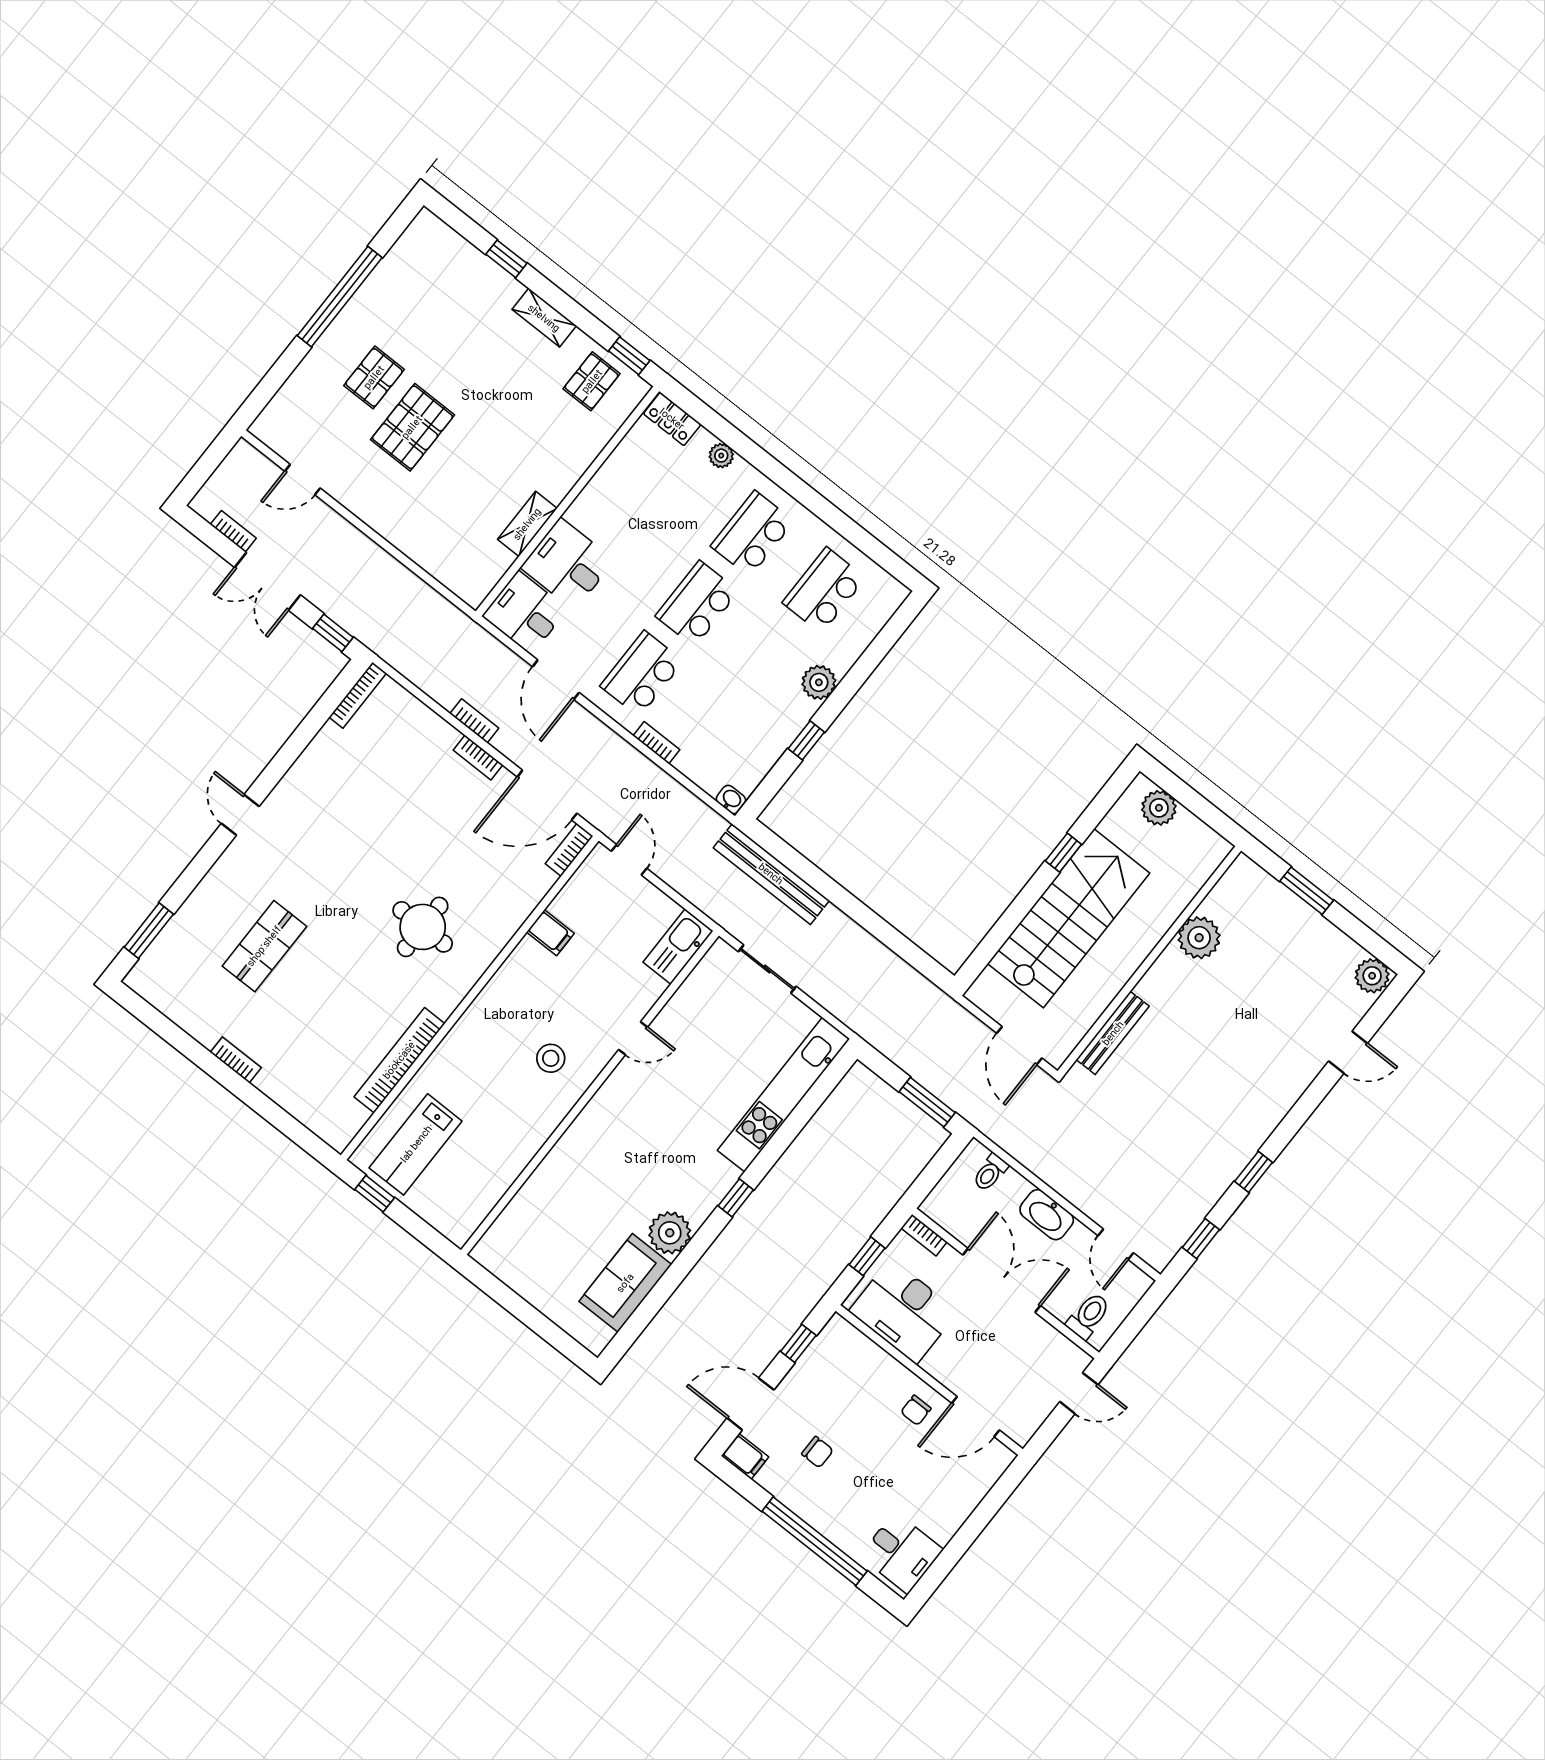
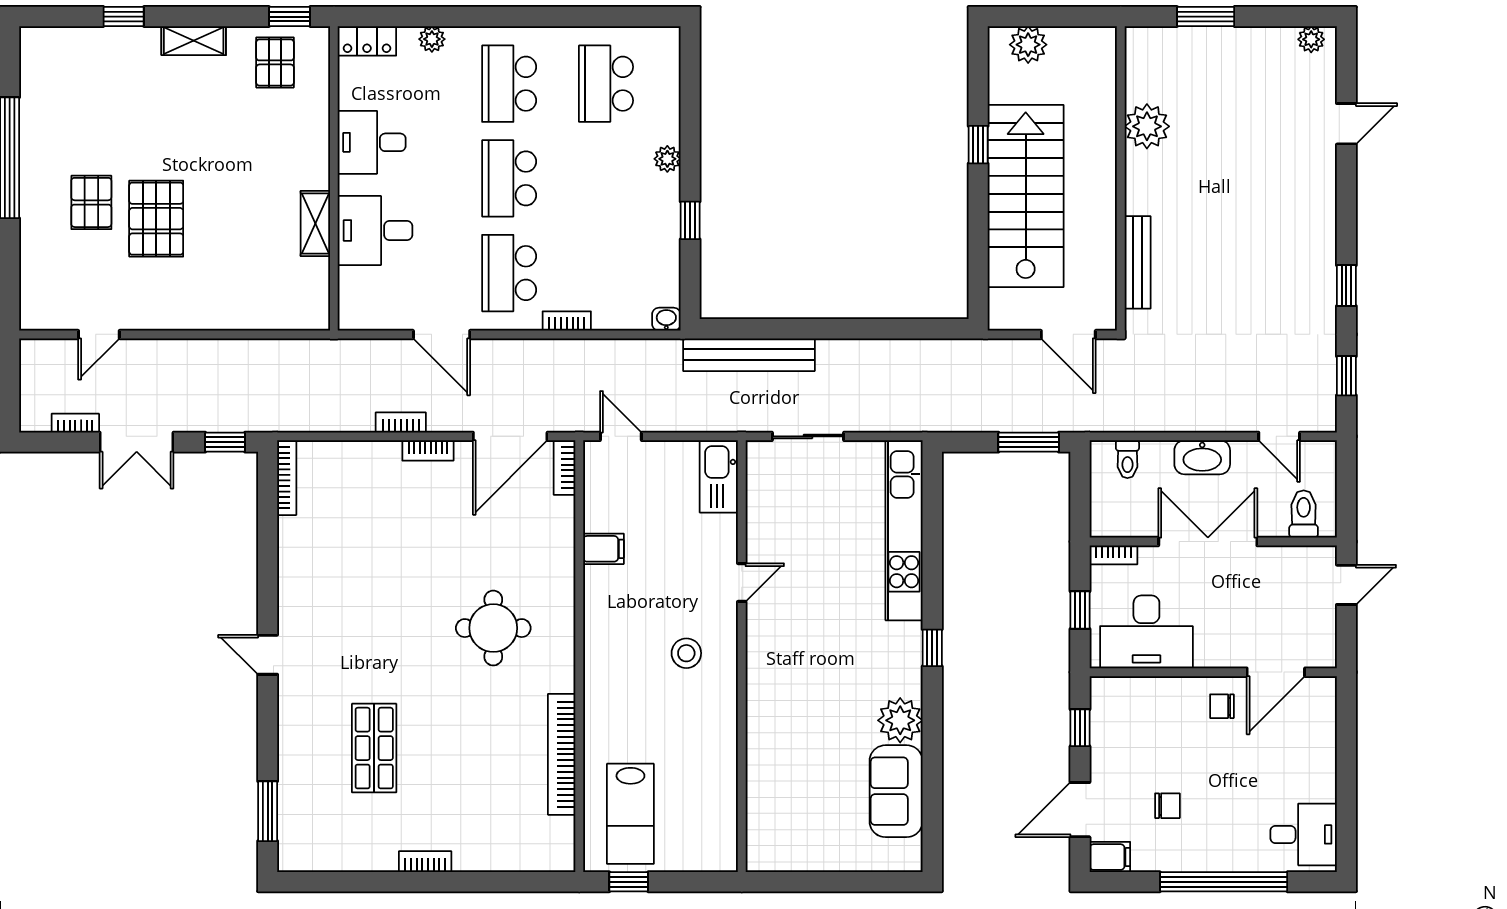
desk: (525, 613) -> (372, 142), moved
plant: (819, 682) -> (667, 159), width x0.73, depth x0.73
plant: (1372, 976) -> (1311, 39), width x0.73, depth x0.73
chair: (916, 1410) -> (1222, 706), turned 90

